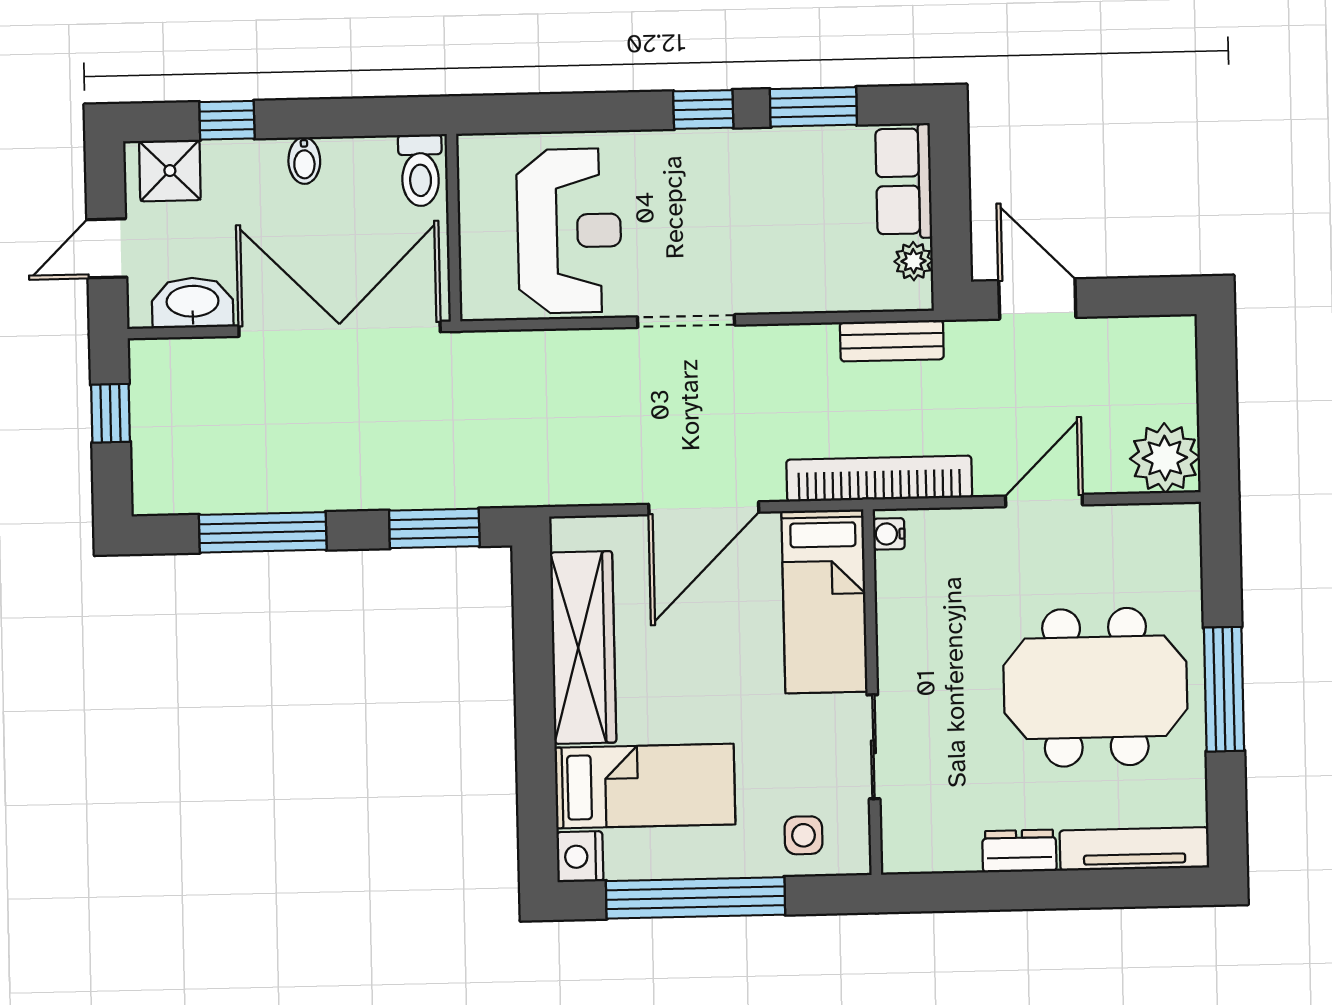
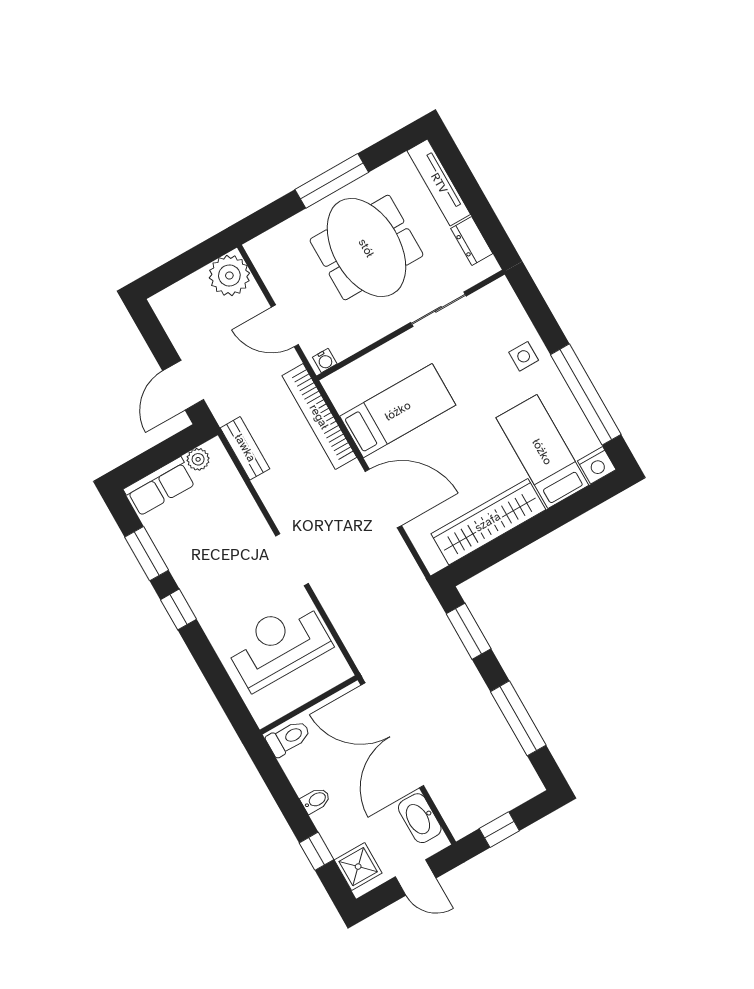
water cooler: (889, 534) -> (325, 361), moved
wall: (872, 692) -> (411, 325), moved
sliding door: (873, 747) -> (438, 309), moved

